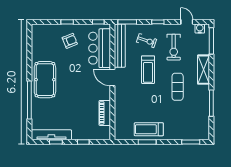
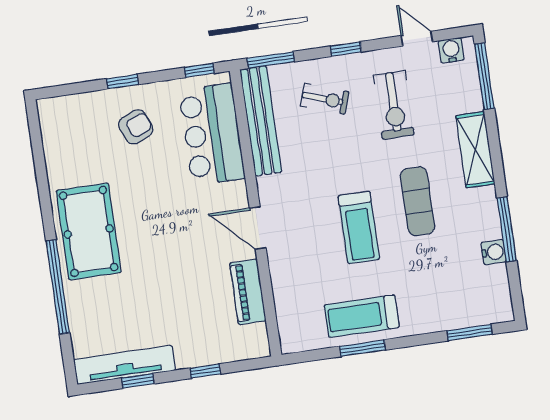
treadmill: (148, 70) -> (359, 227), moved
door: (112, 78) -> (258, 228), moved
water cooler: (205, 111) -> (494, 252), added

